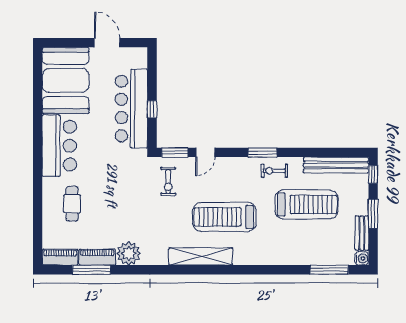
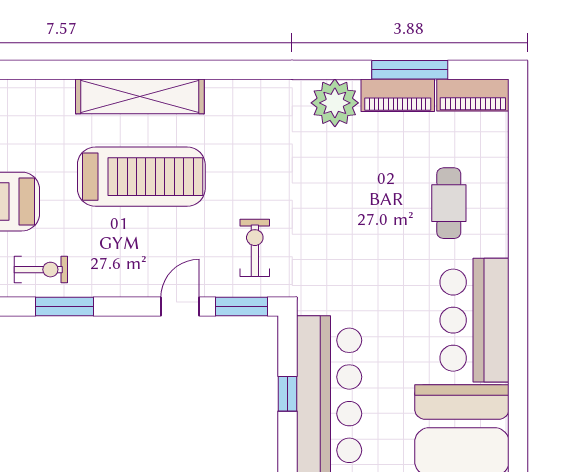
shelving: (201, 257) -> (140, 96), moved

